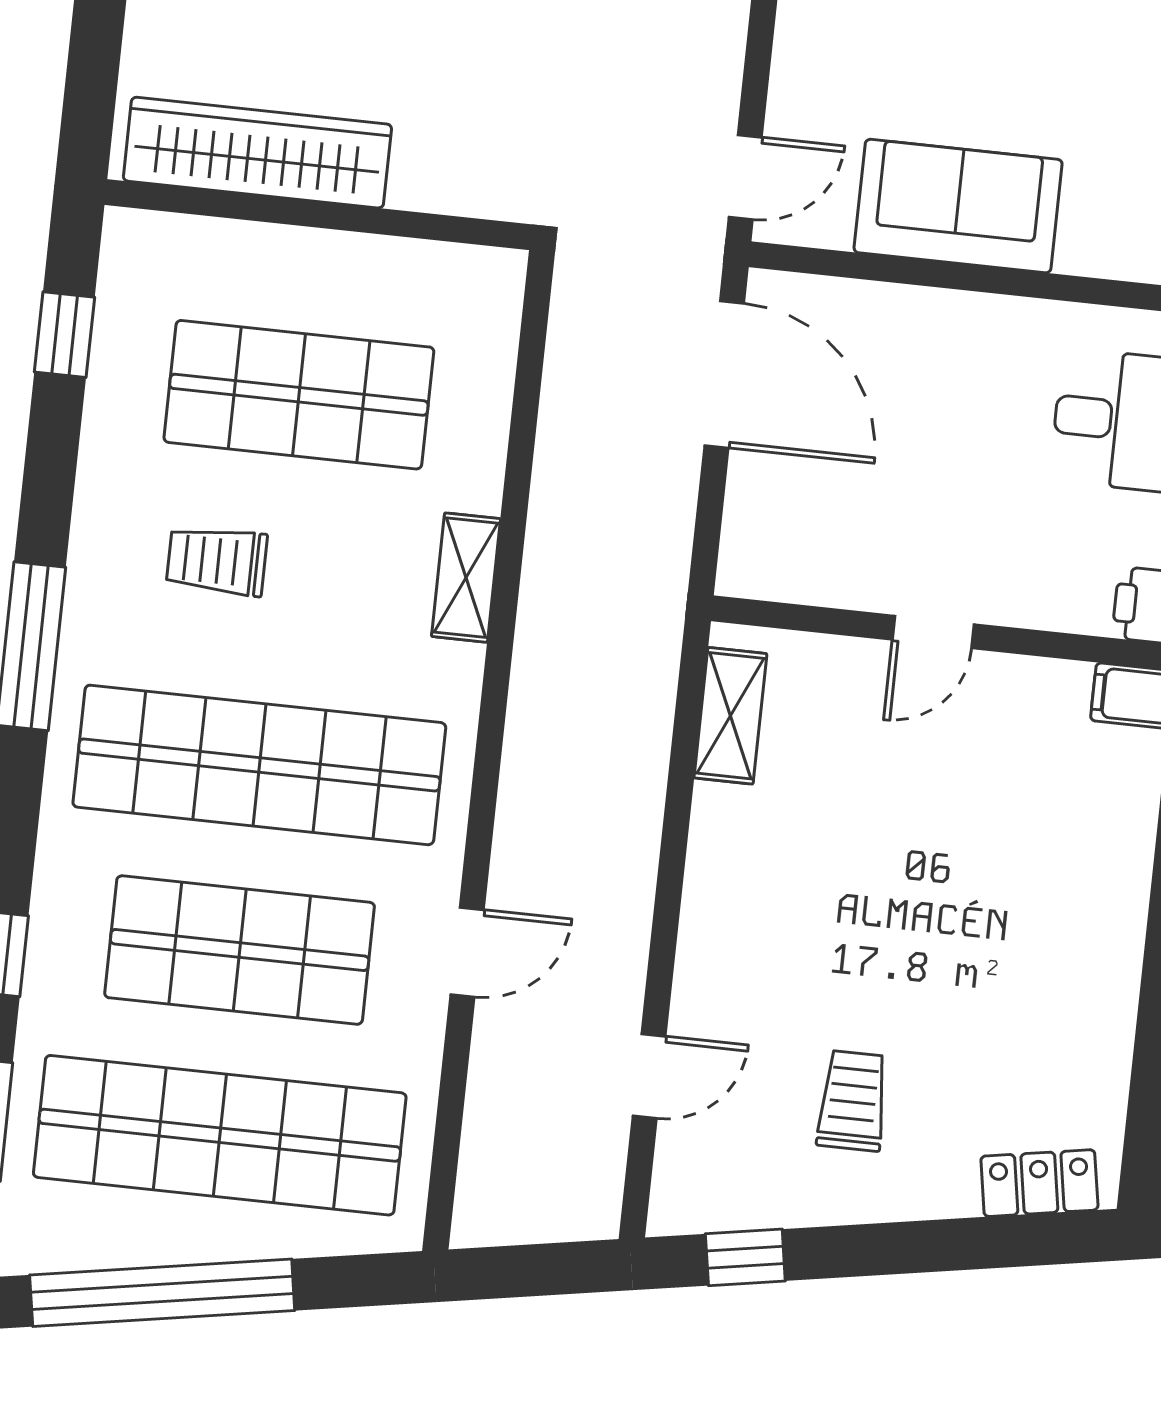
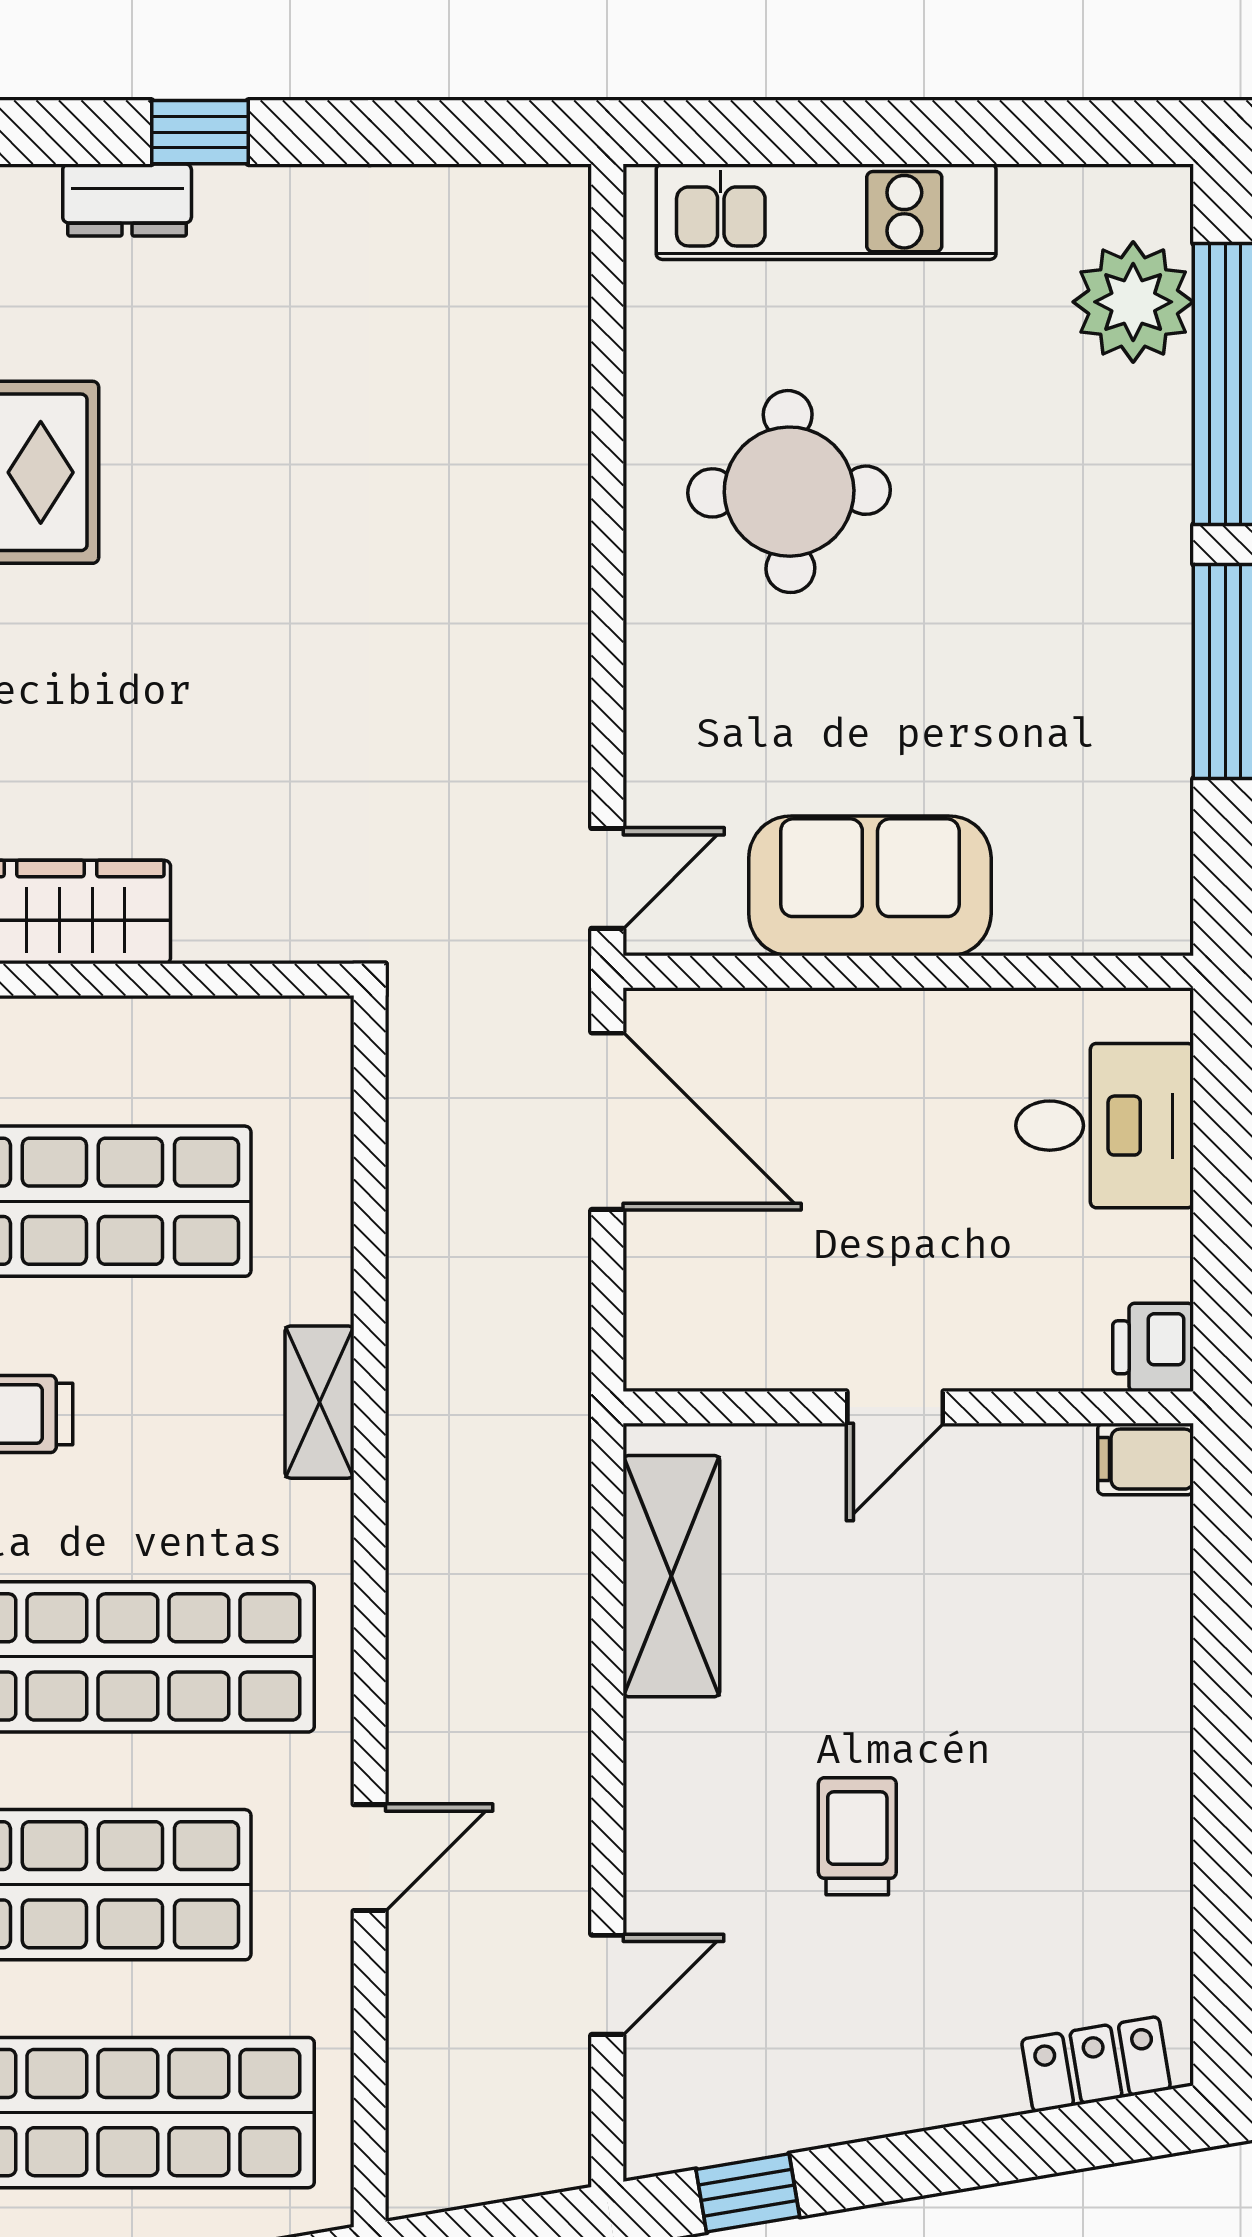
shelving: (730, 716) -> (671, 1576), width x1.50, depth x1.33
trolley: (853, 1101) -> (857, 1836), moved

